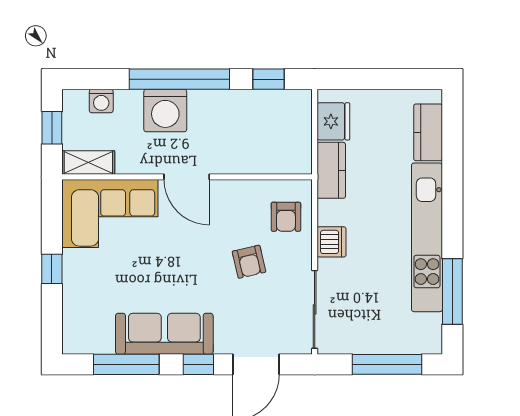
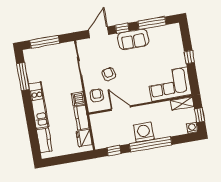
washing machine: (101, 101) -> (192, 128), moved
washing machine: (165, 111) -> (144, 132), moved
door: (187, 177) -> (121, 108), moved
kitchen unit: (427, 237) -> (39, 105), width x0.73
dishwasher: (332, 242) -> (78, 99), moved
sofa: (164, 334) -> (133, 39), width x0.73

